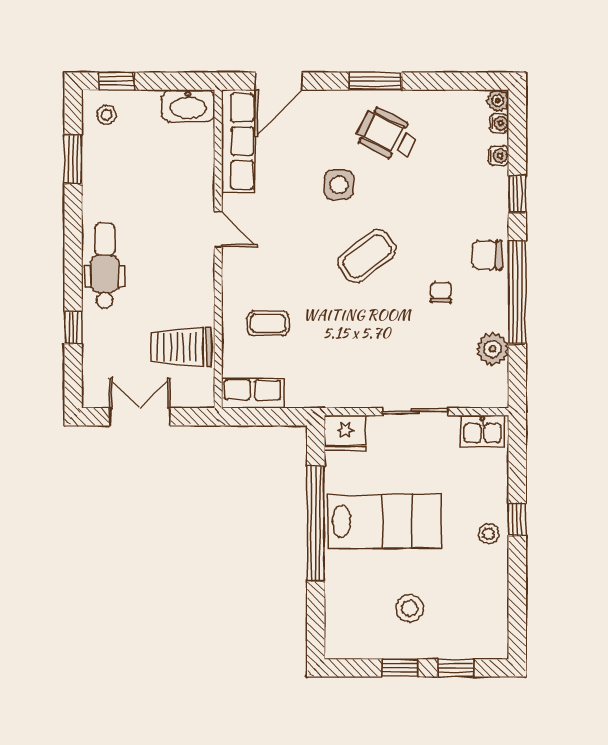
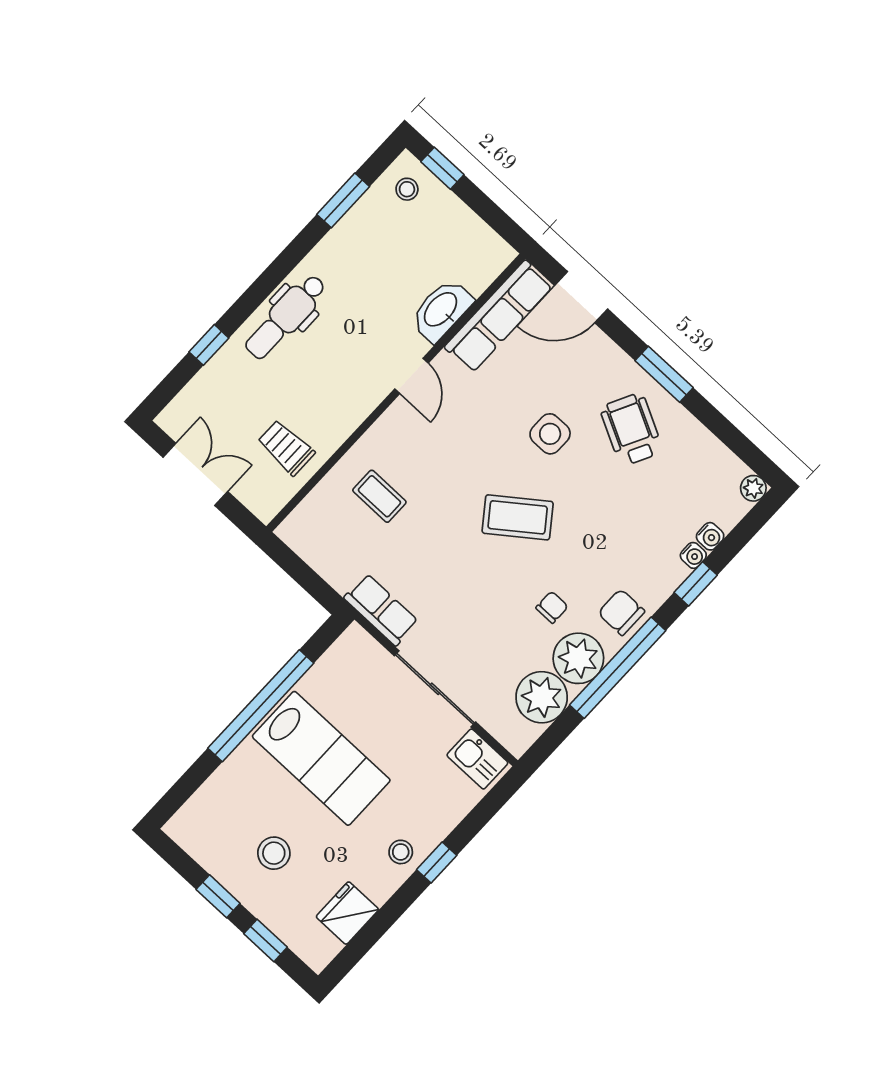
washbasin: (188, 106) -> (441, 310), moved, turned 90
water cooler: (499, 123) -> (693, 555), moved
dental chair: (105, 265) -> (286, 317), turned 180
plant: (487, 309) -> (578, 658), added
trolley: (181, 347) -> (286, 448), width x0.73, depth x0.72
plant: (493, 349) -> (542, 697), width x1.36, depth x1.36
row of seats: (252, 393) -> (381, 610), moved
sliding door: (415, 412) -> (435, 689), width x1.37
fridge: (345, 433) -> (347, 913), moved, turned 90

